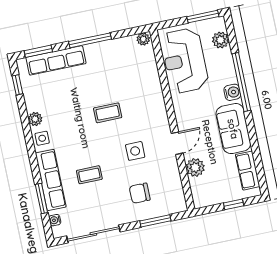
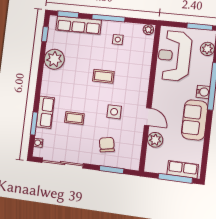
plant: (35, 119) -> (54, 59), width x1.88, depth x1.88
side table: (42, 138) -> (118, 40), moved
door: (177, 143) -> (148, 117), hinge flipped
row of seats: (248, 171) -> (183, 169), moved, turned 90
row of seats: (51, 180) -> (45, 112), width x0.68
chair: (140, 193) -> (107, 145), turned 79
window: (234, 204) -> (175, 178), width x2.17

